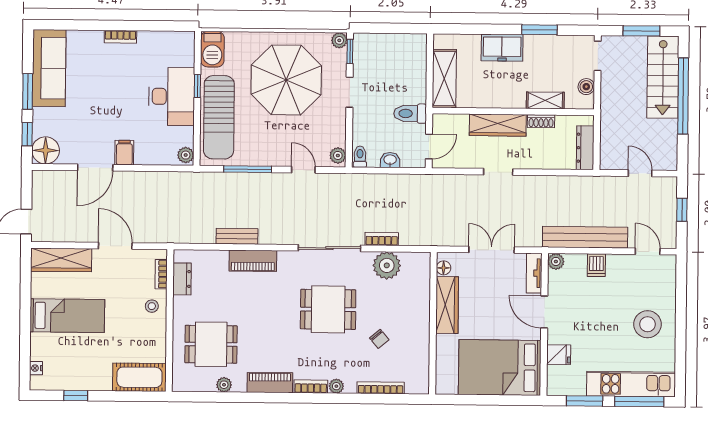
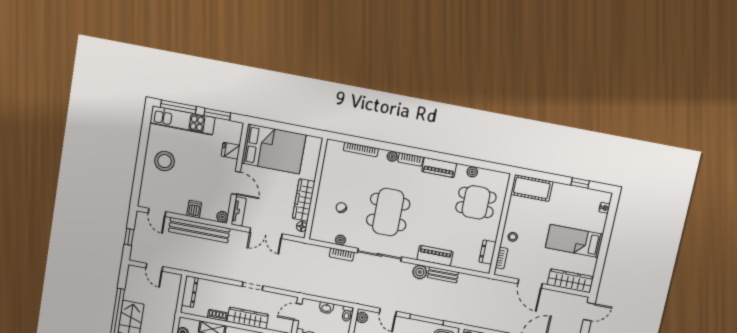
plant: (270, 234) -> (420, 272), added
plant: (387, 265) -> (340, 240), width x0.53, depth x0.53
dining table: (328, 309) -> (388, 212), width x1.37
chair: (379, 339) -> (341, 208), moved

